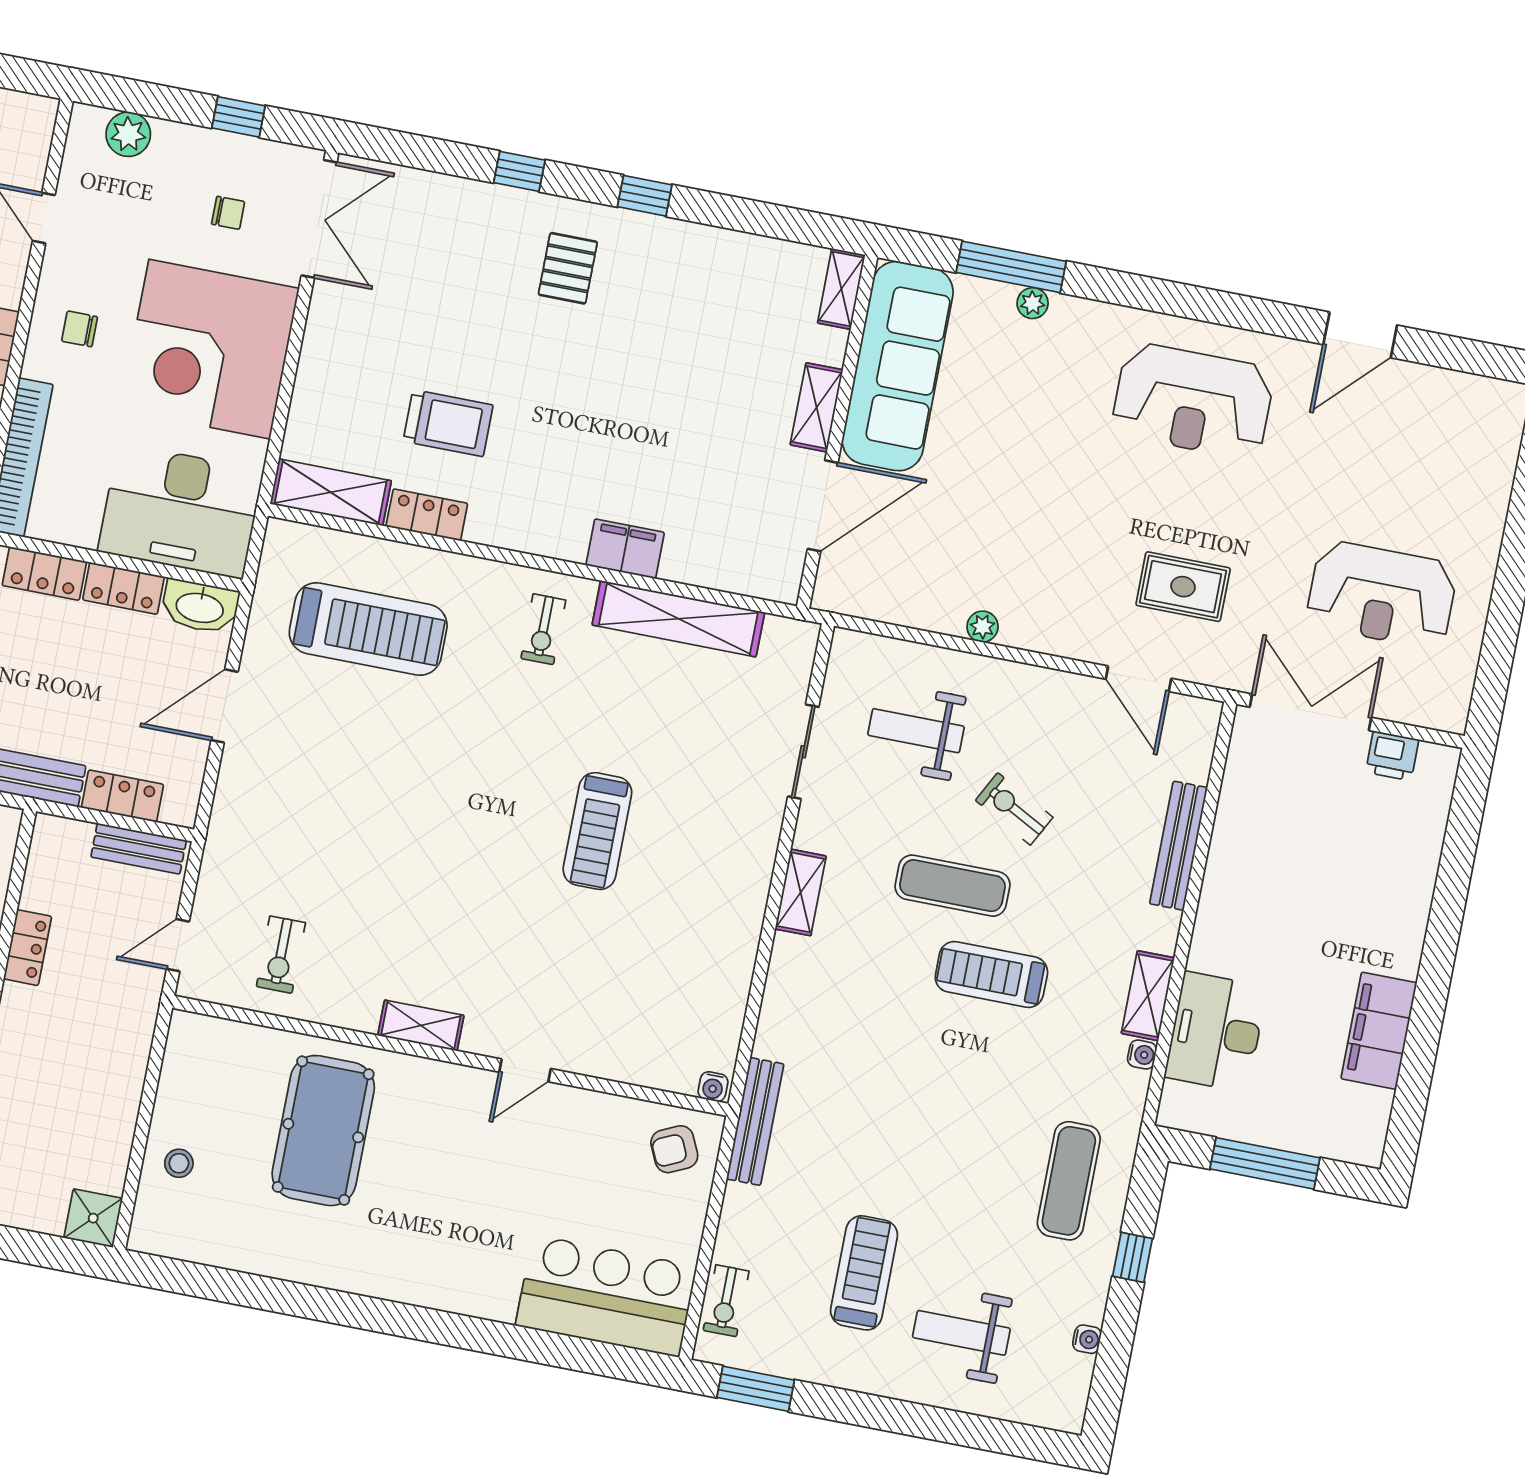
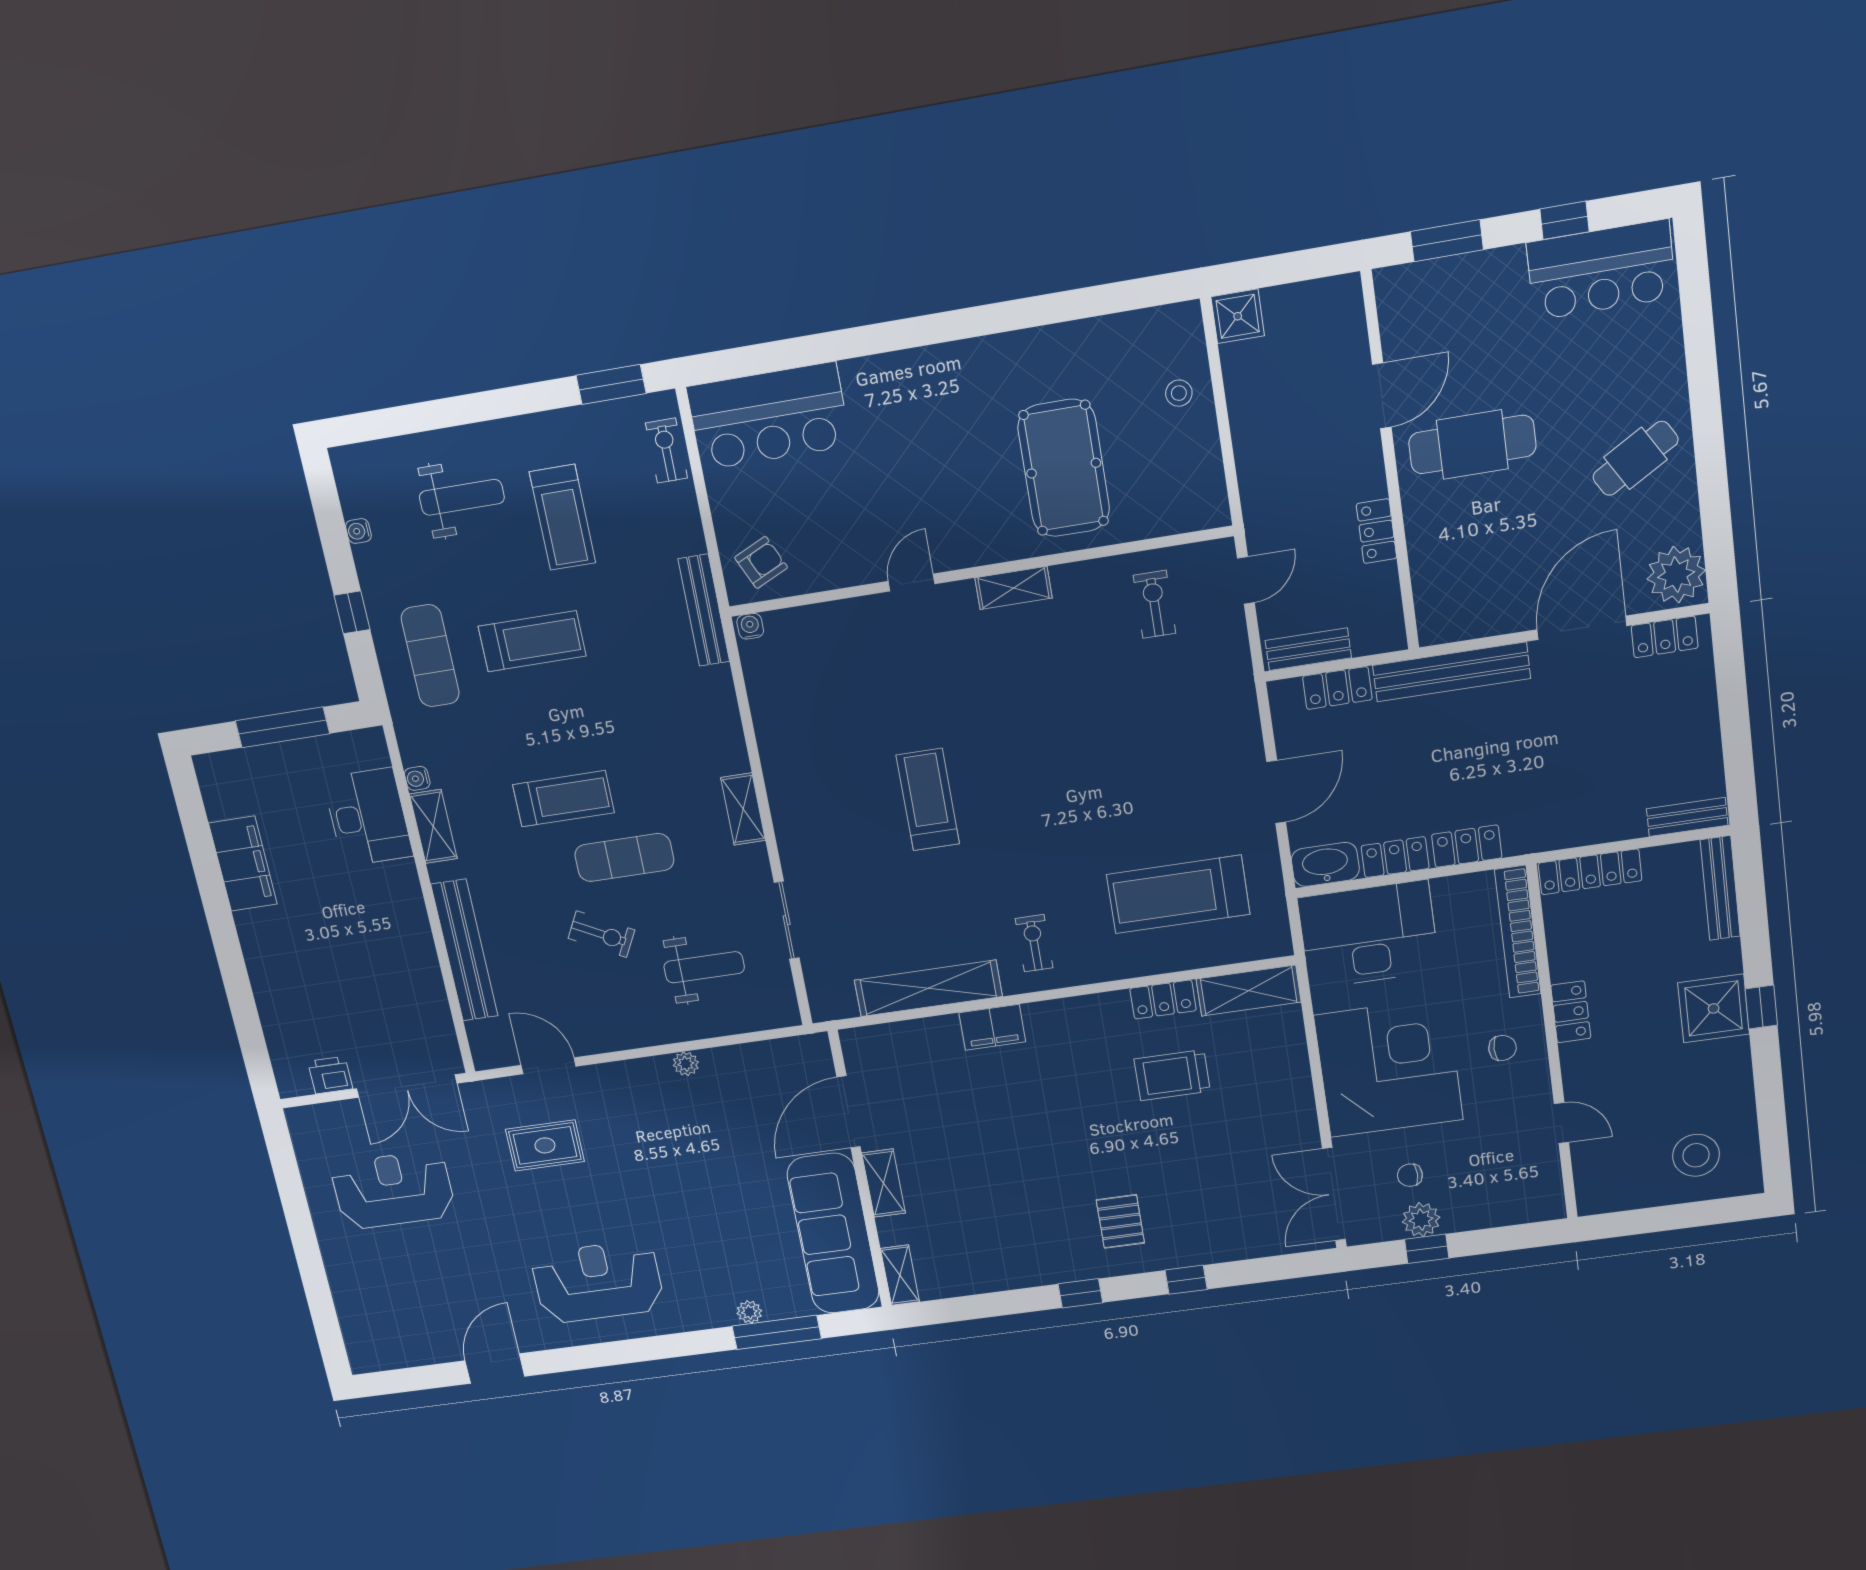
plant: (128, 134) -> (1421, 1220), moved
bench: (1179, 846) -> (465, 950), width x1.37, depth x1.21
treadmill: (952, 1156) -> (532, 641), added

